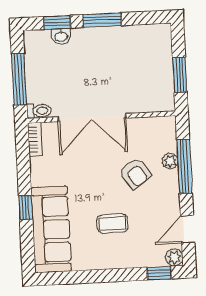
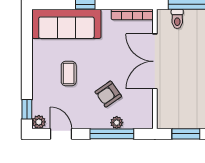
toilet: (39, 111) -> (177, 19), moved
bookcase: (35, 139) -> (132, 15), width x1.56

